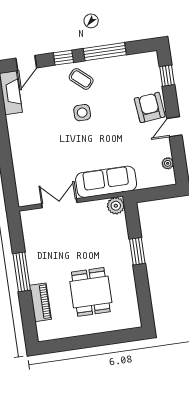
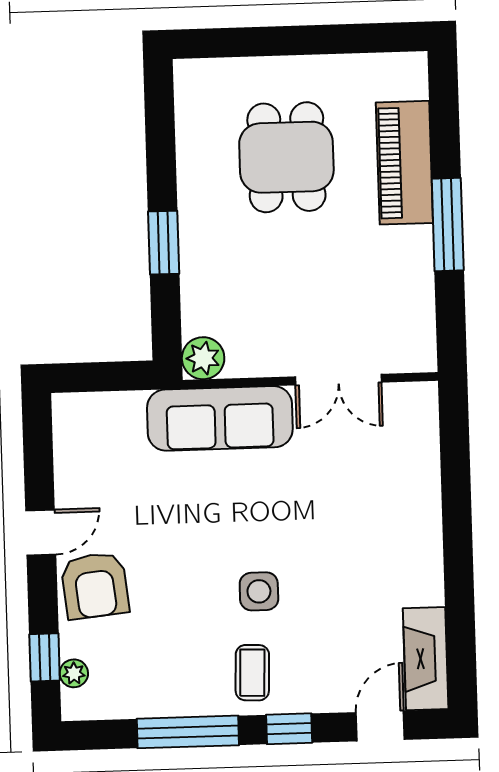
coffee table: (81, 79) -> (252, 673), turned 51
plant: (168, 163) -> (74, 673), moved
piano: (40, 302) -> (404, 163), width x1.37, depth x1.33

